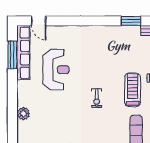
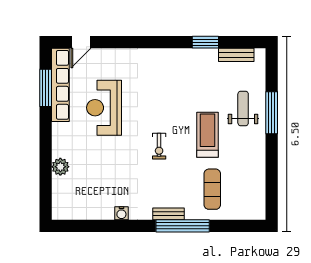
door: (39, 21) -> (81, 42), hinge flipped
reception desk: (56, 70) -> (104, 108), turned 180

